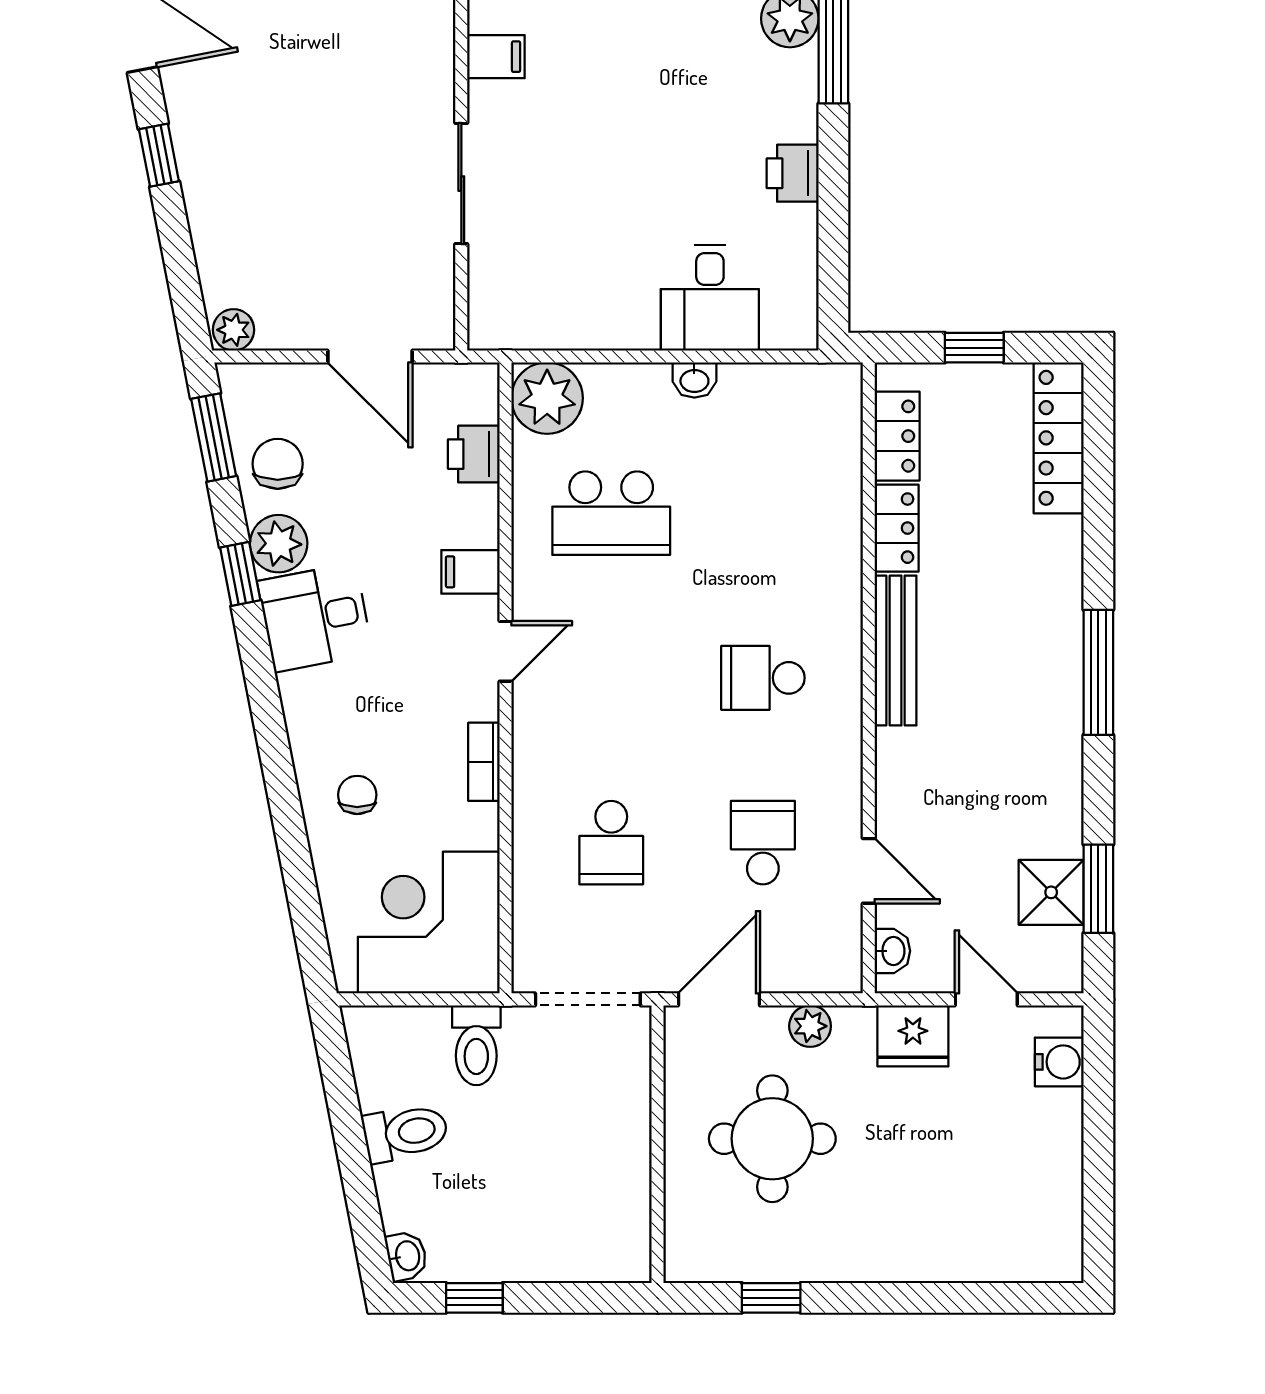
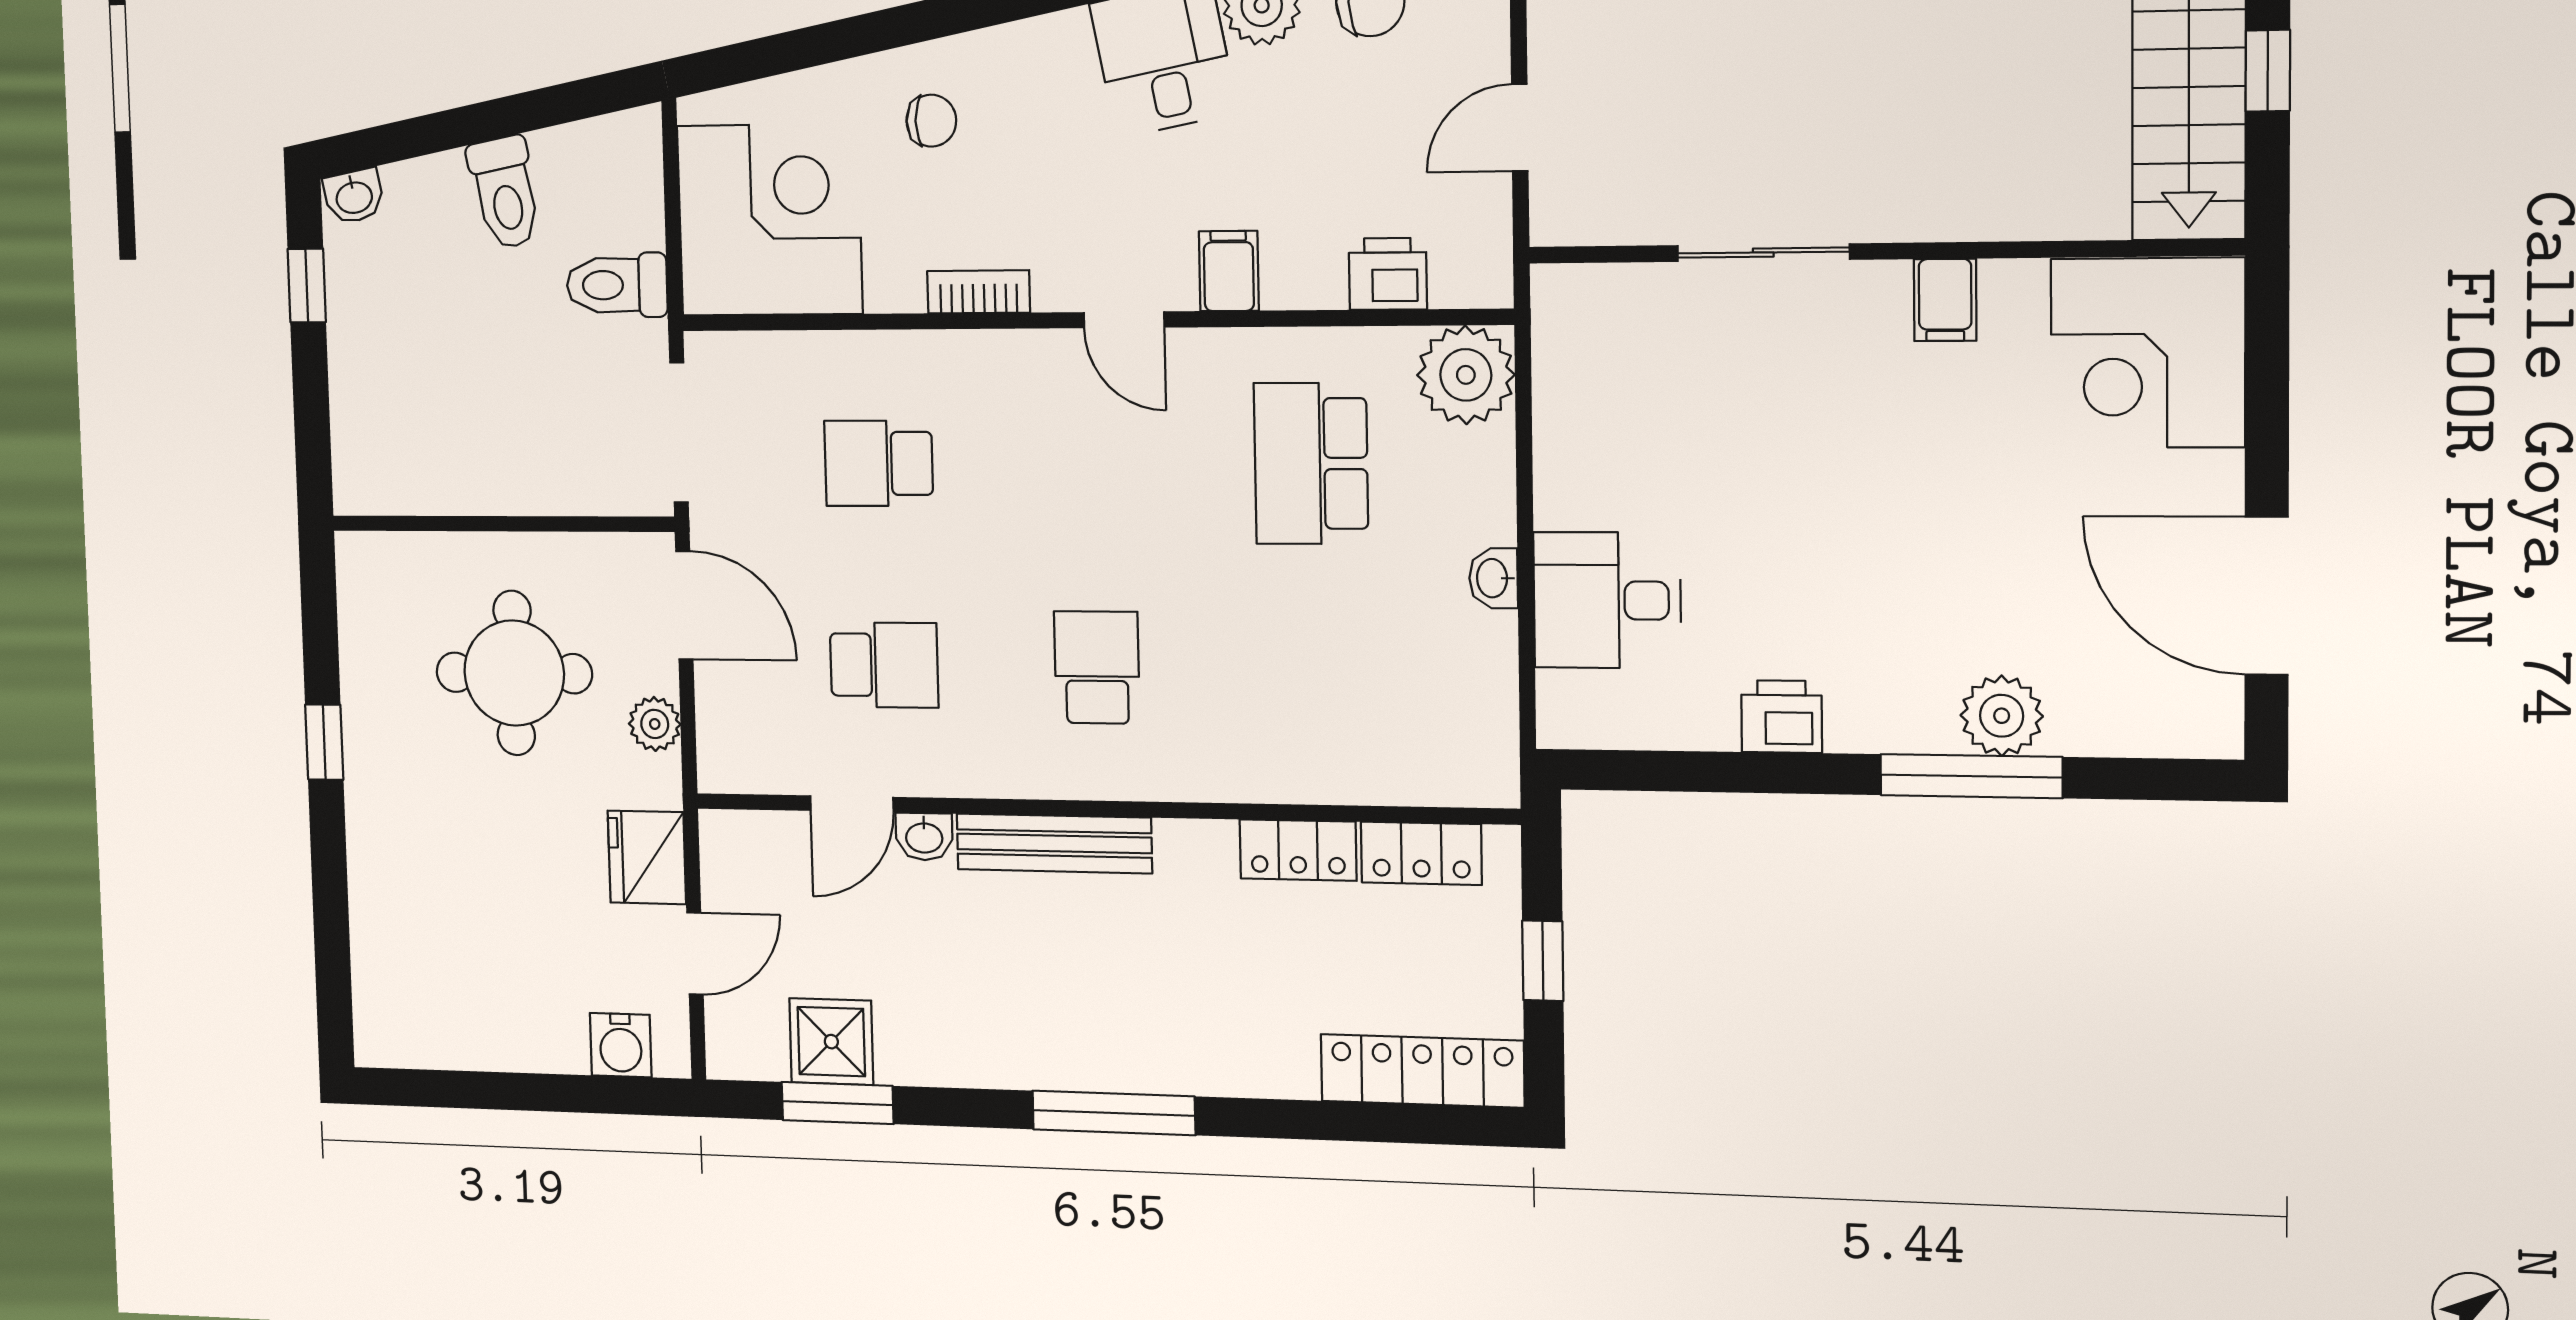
door: (370, 356) -> (1520, 128), width x0.73
bench: (896, 650) -> (1054, 843), moved
washbasin: (892, 951) -> (924, 837), moved
window: (771, 1298) -> (324, 742), moved

